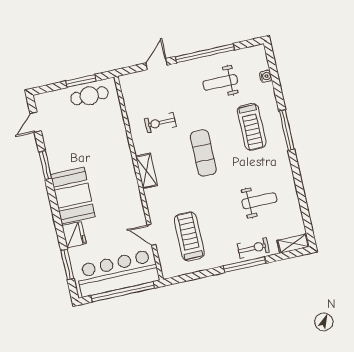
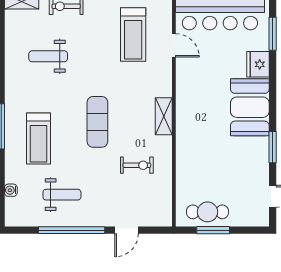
treadmill: (252, 127) -> (38, 139), turned 180

